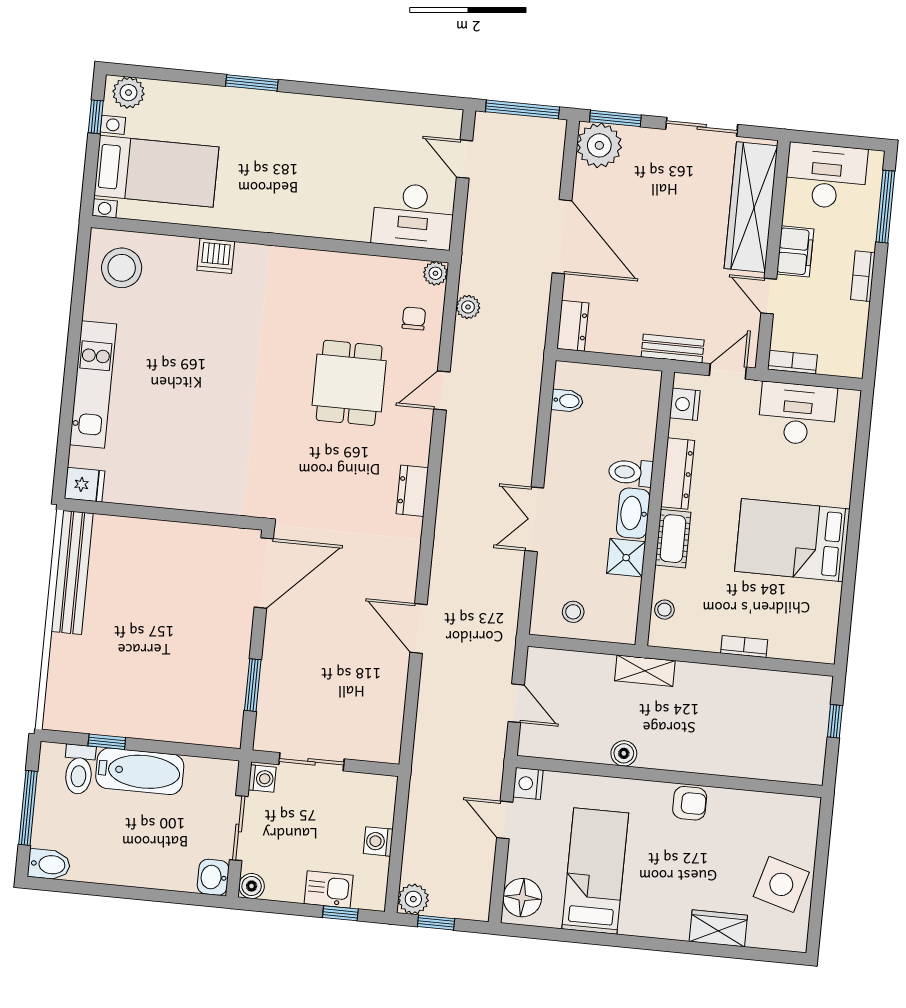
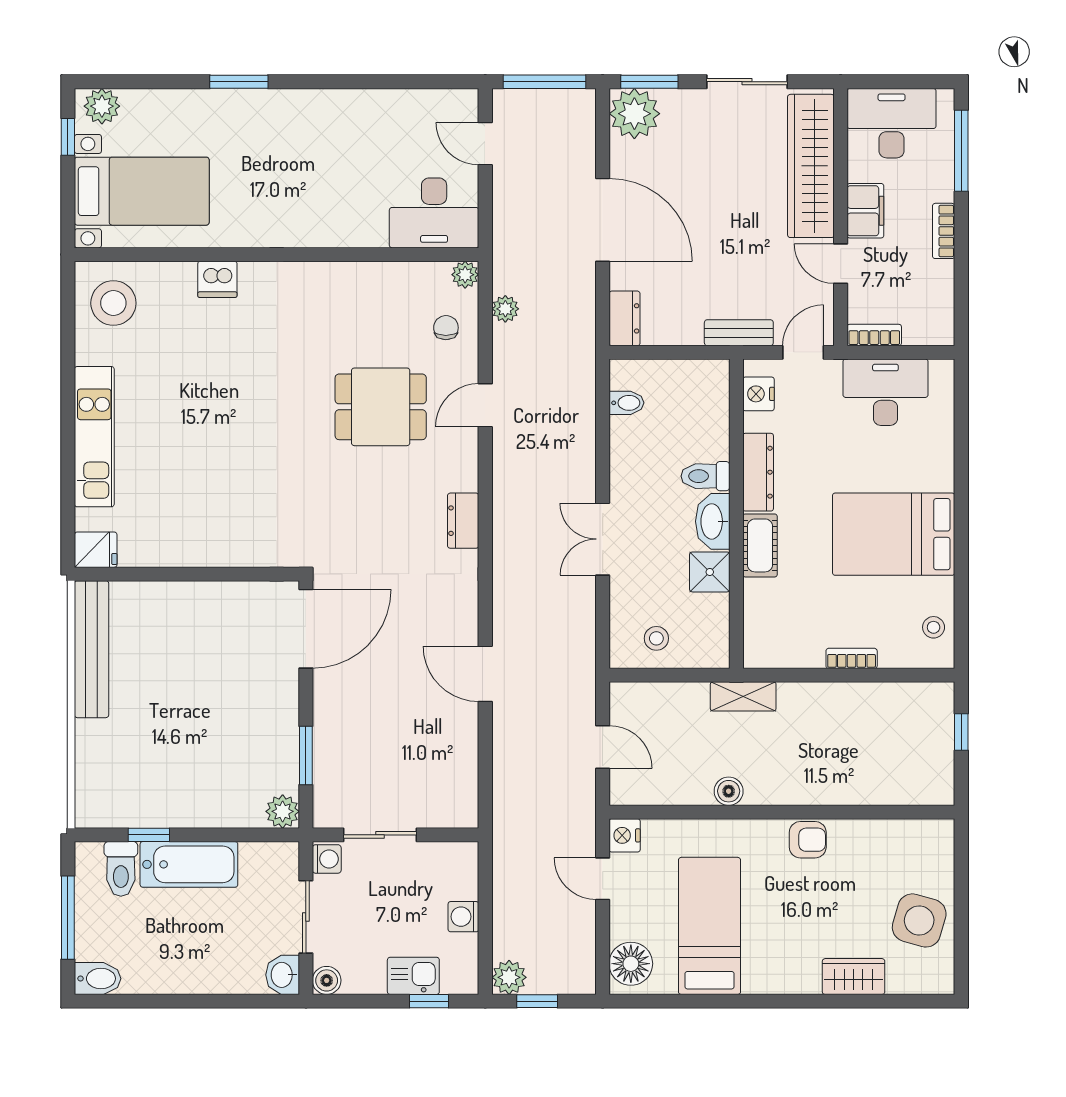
dining table: (349, 383) -> (381, 407), turned 90
stool: (664, 610) -> (934, 627), moved
plant: (227, 733) -> (283, 811), added

